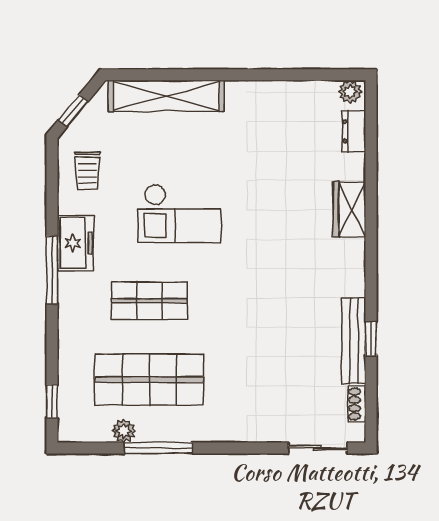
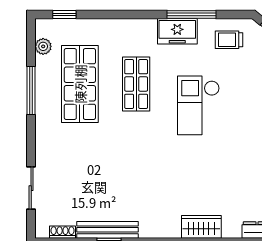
window: (52, 270) -> (192, 15), moved
plant: (124, 431) -> (43, 46), moved
sliding door: (318, 448) -> (31, 188), moved

